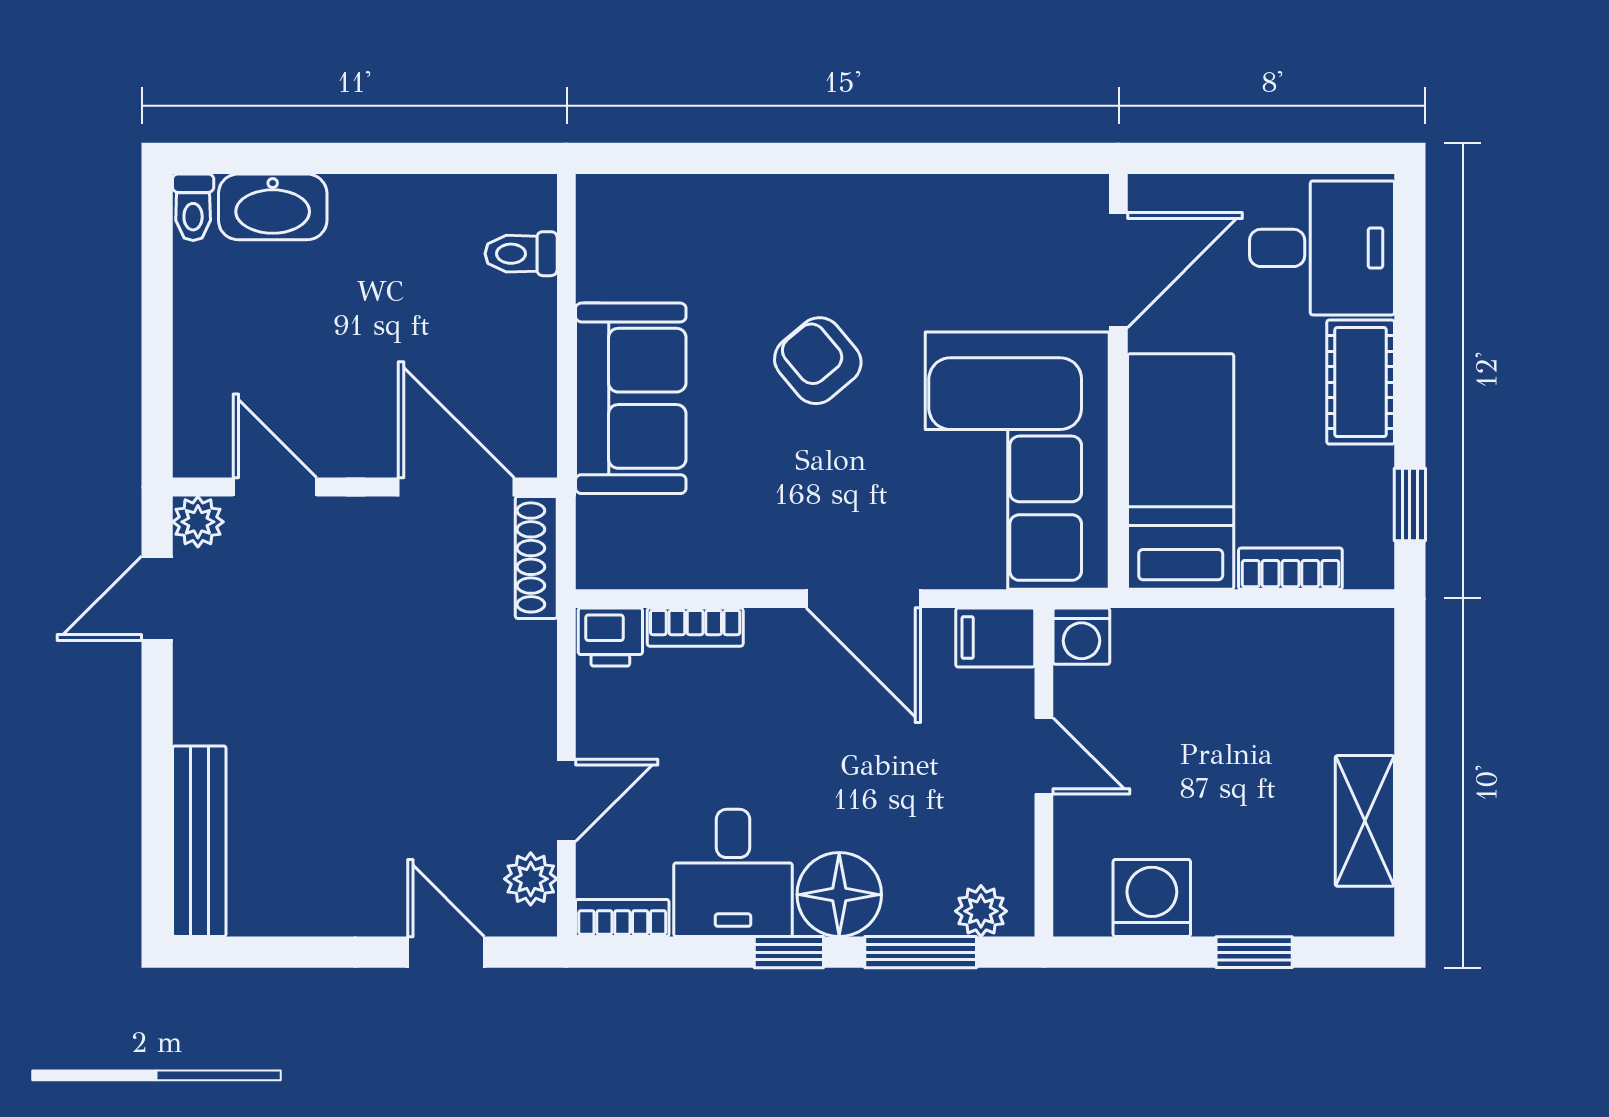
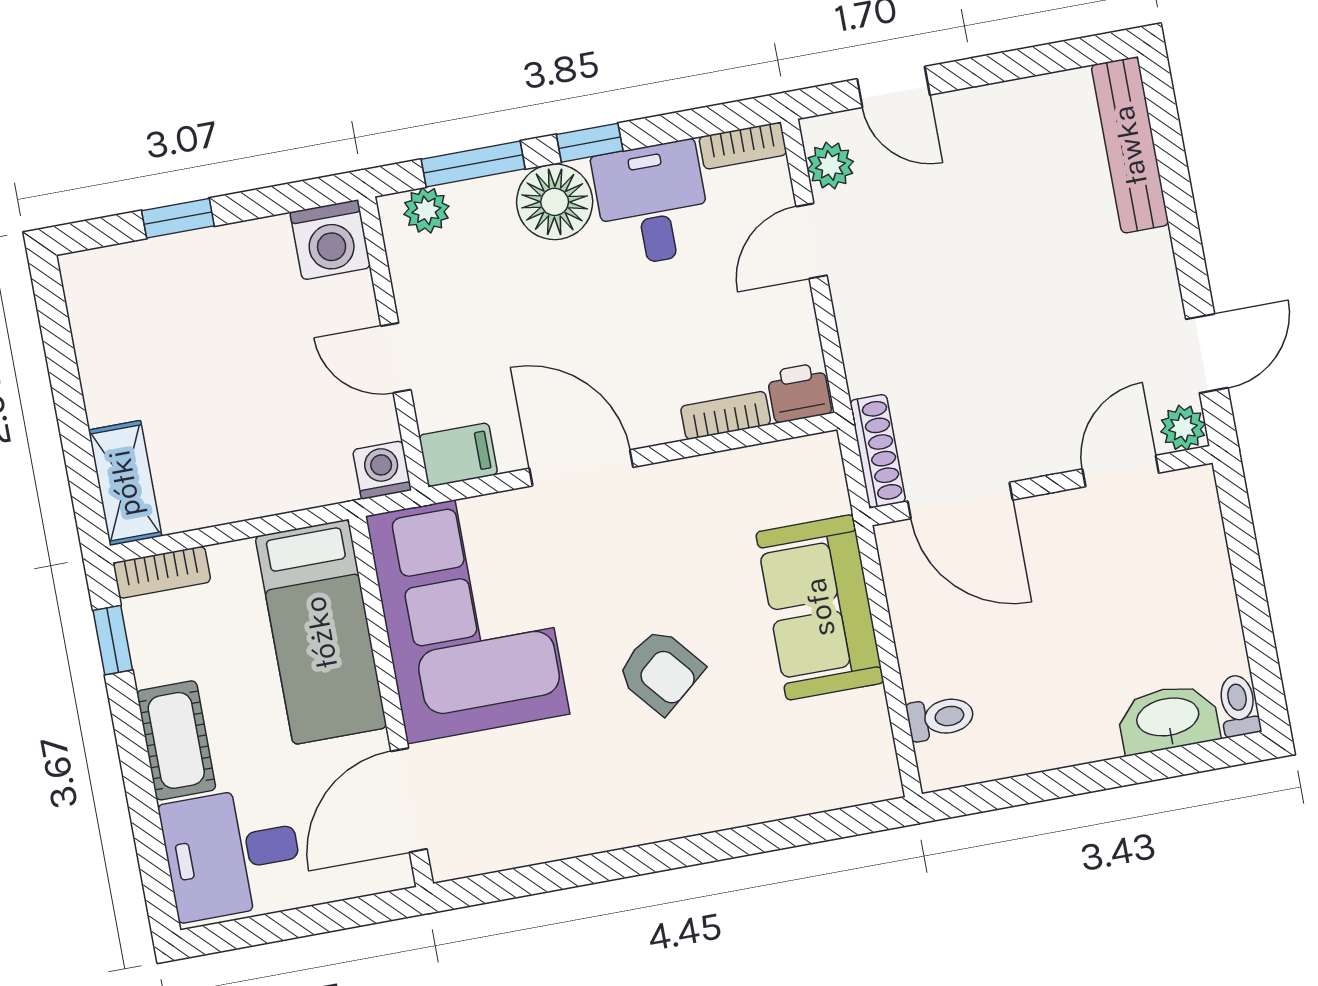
door: (275, 487) -> (1121, 471), swing flipped
bookcase: (1290, 569) -> (162, 572), moved
shelving: (1365, 821) -> (125, 483), moved
washing machine: (1152, 898) -> (330, 240), moved

